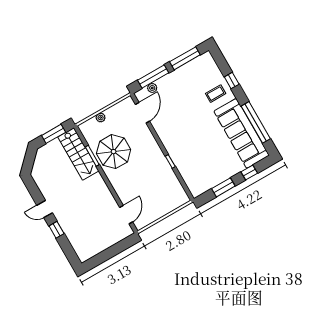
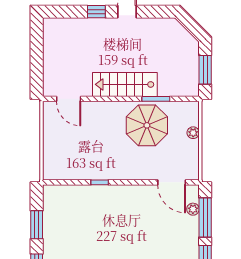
stairs: (78, 154) -> (125, 84), moved

